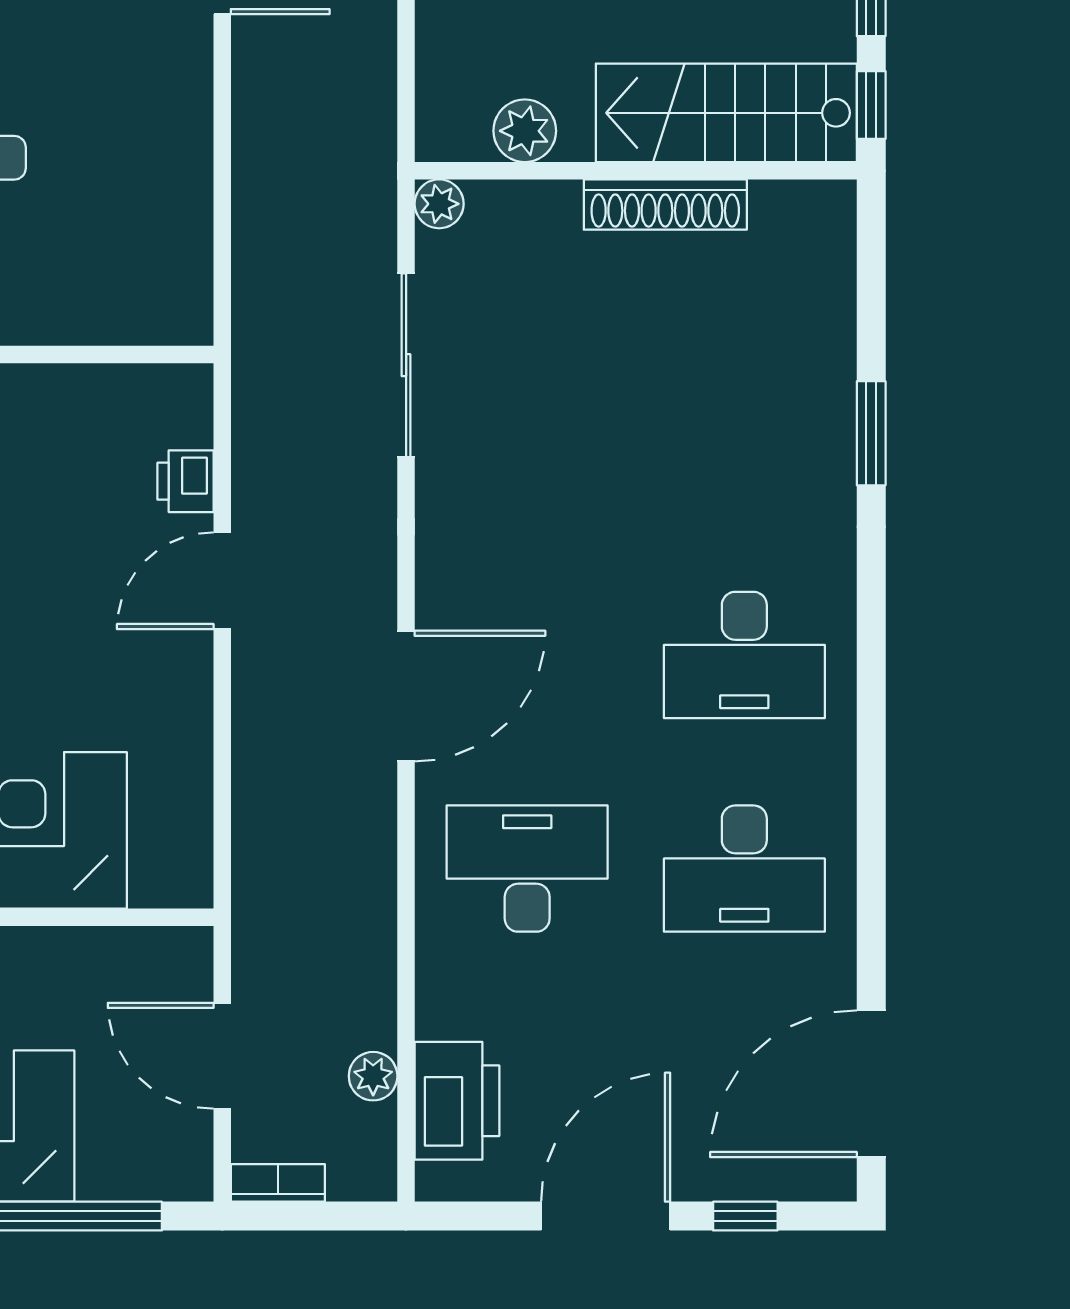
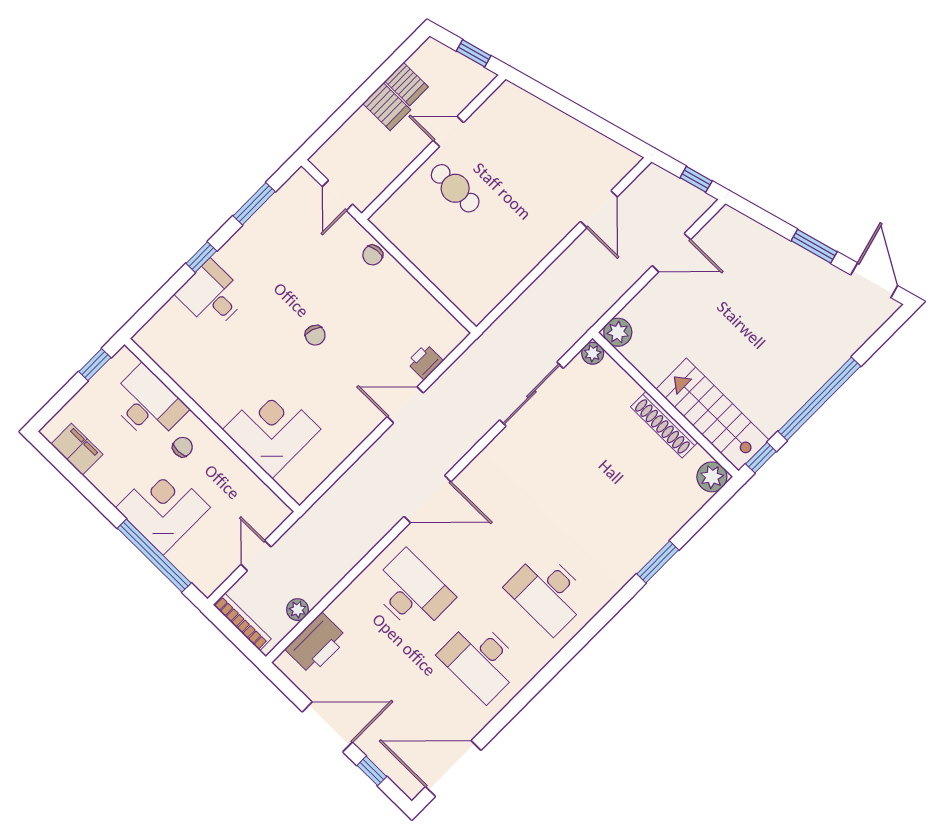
plant: (525, 131) -> (618, 332), moved
plant: (823, 213) -> (712, 477), added
door: (222, 1056) -> (256, 556), width x0.73
bookcase: (278, 1183) -> (242, 622), width x1.56

